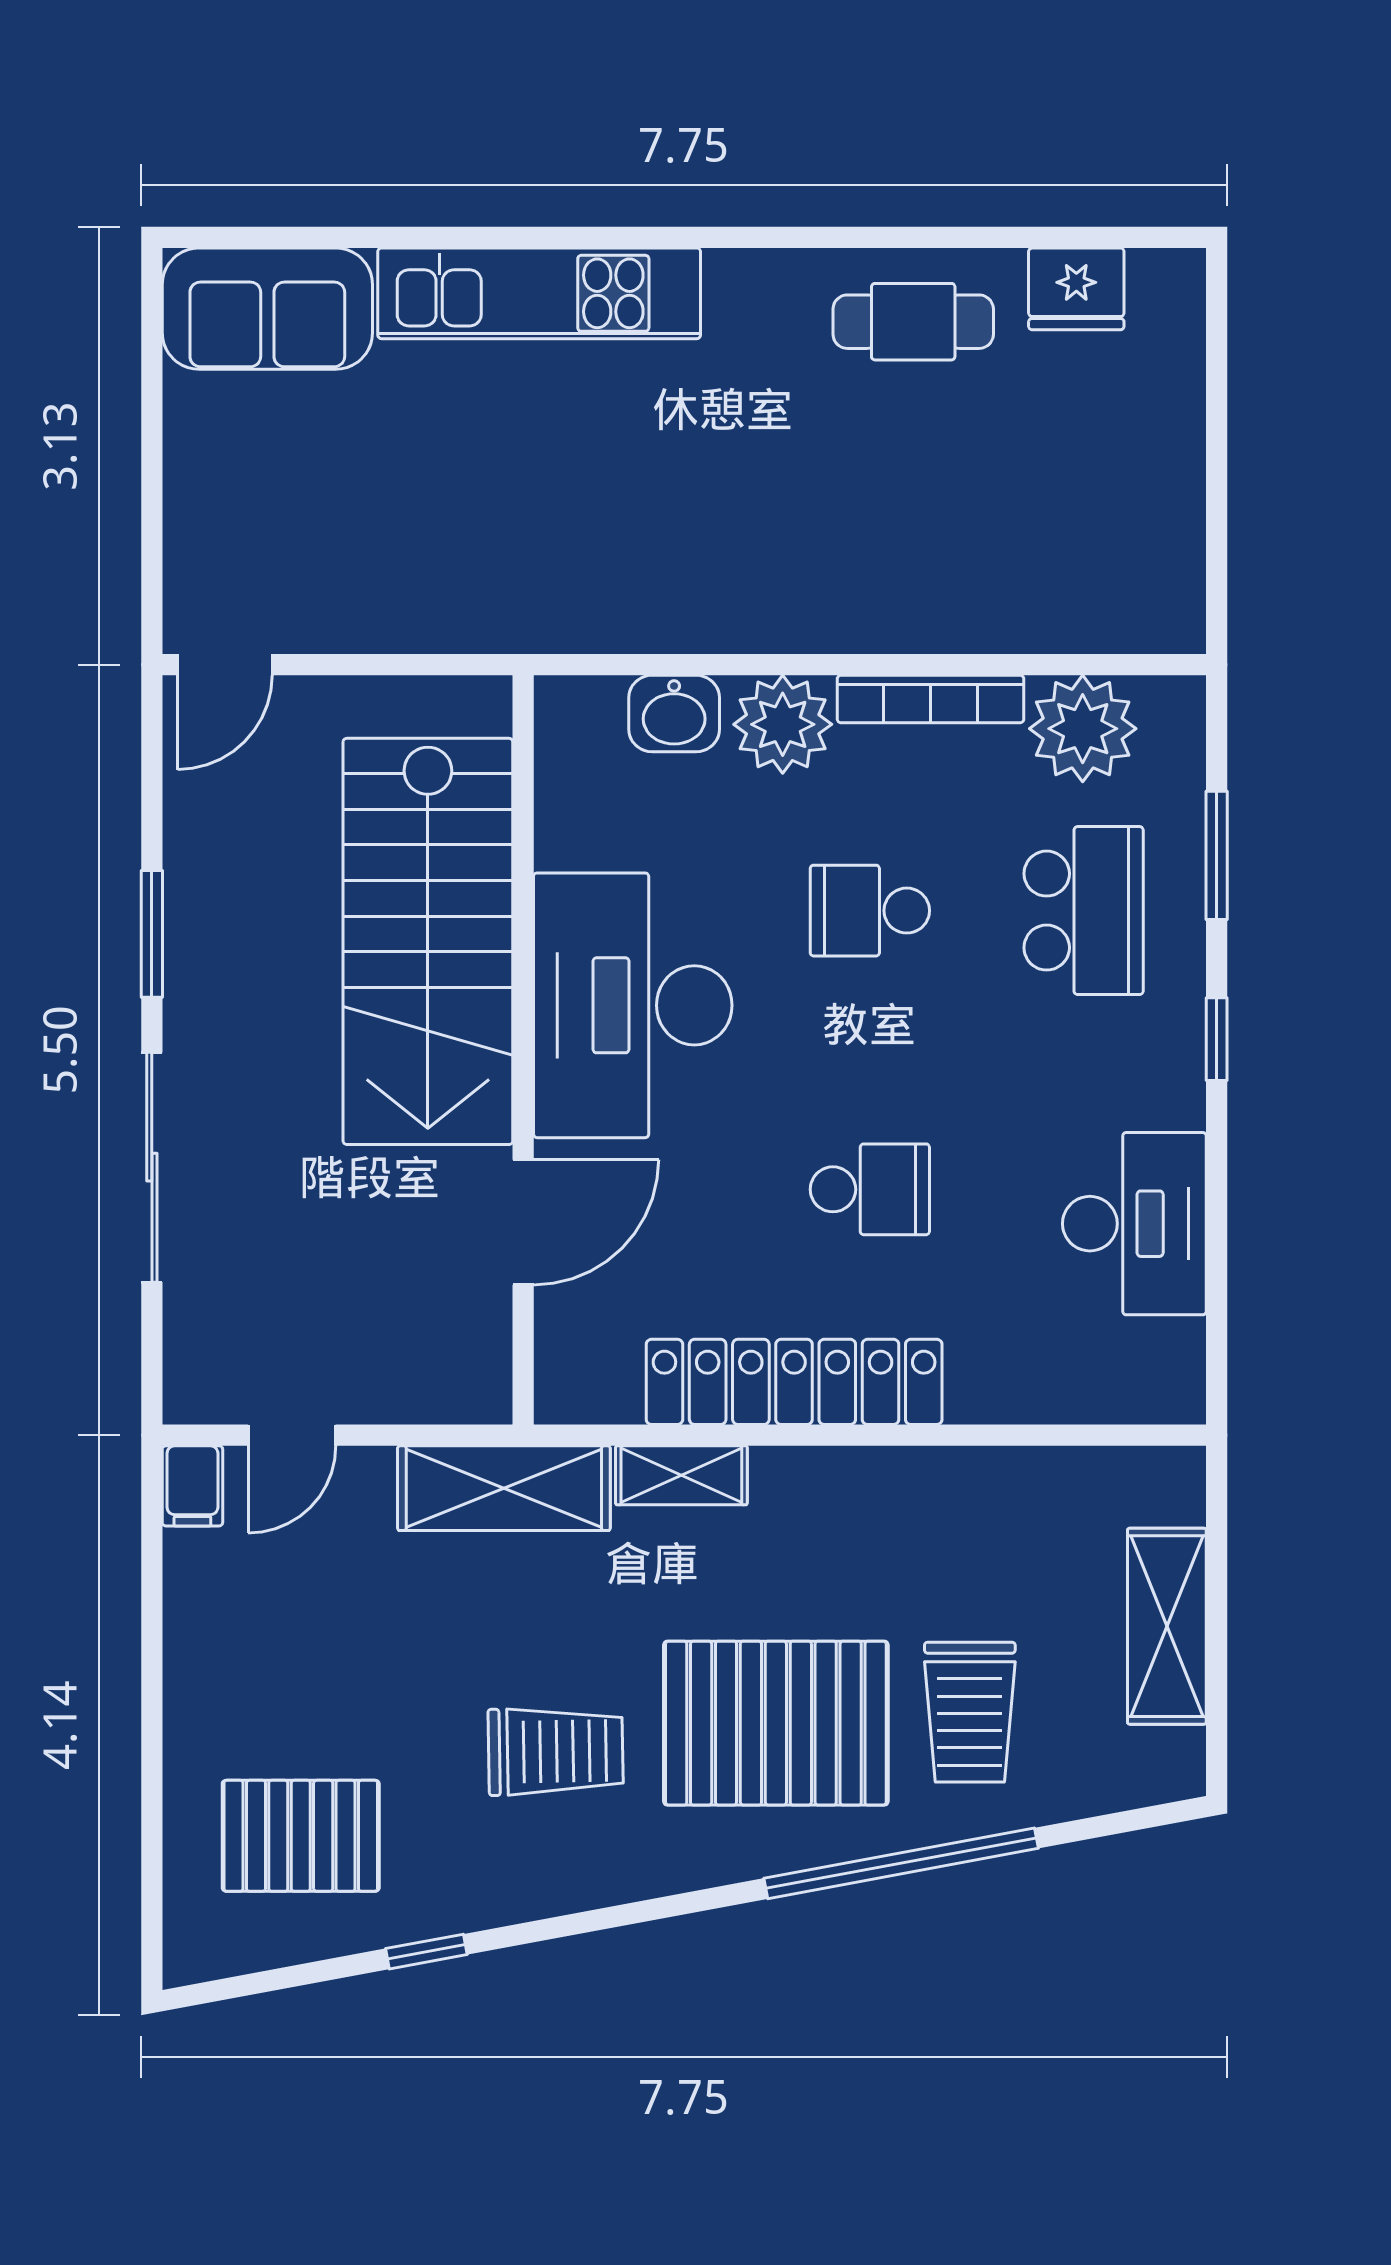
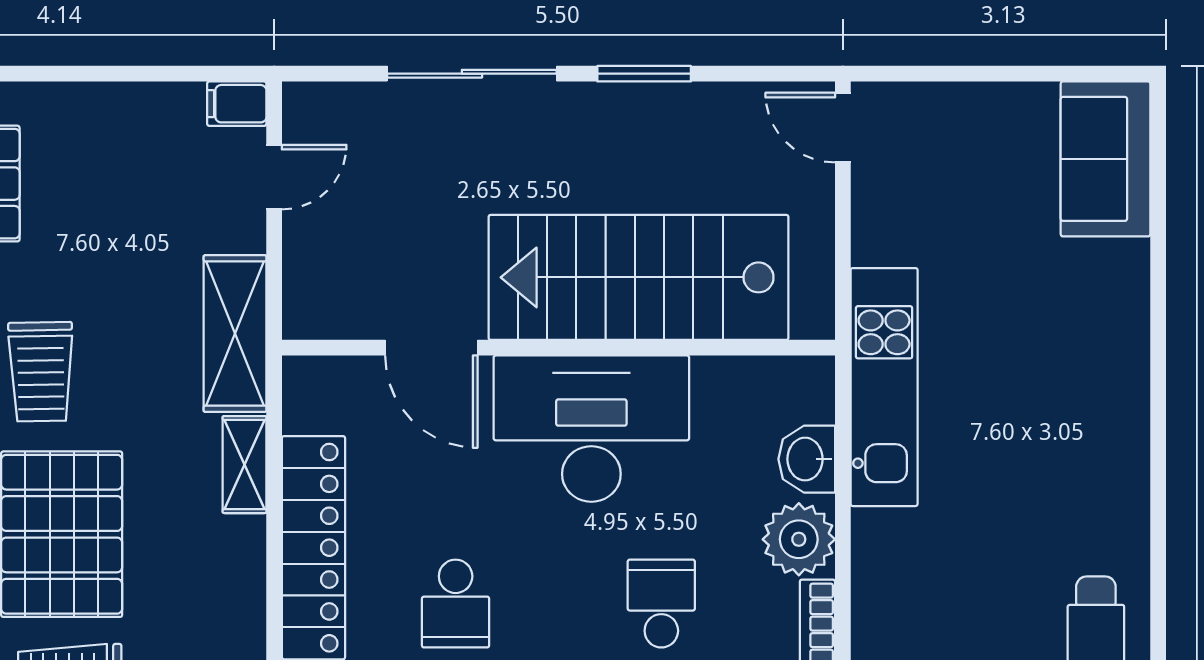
kitchen unit: (539, 293) -> (884, 387), moved, turned 180
door: (292, 1435) -> (274, 177), swing flipped

